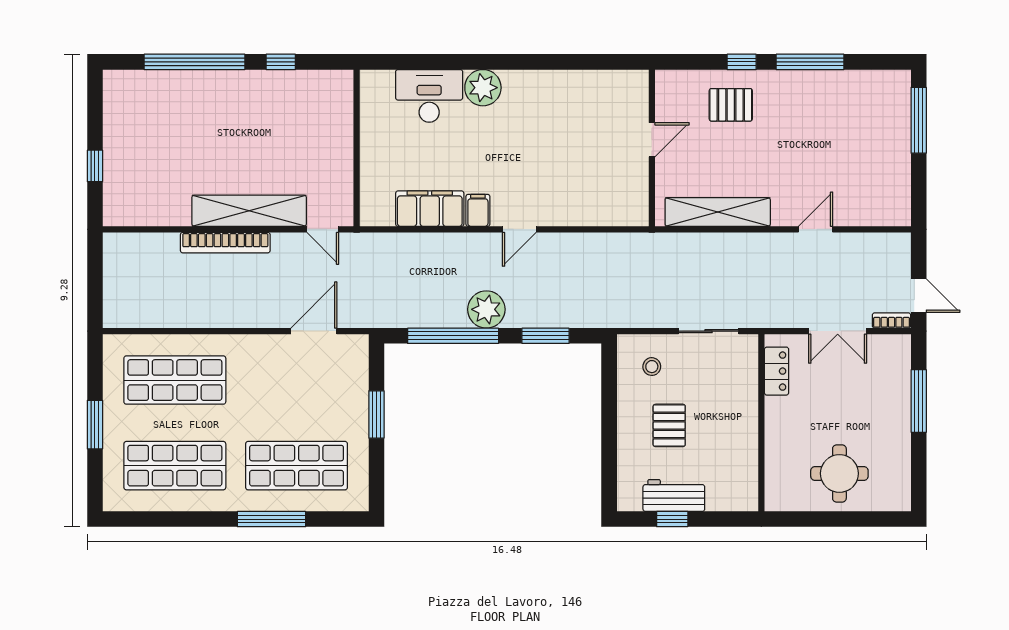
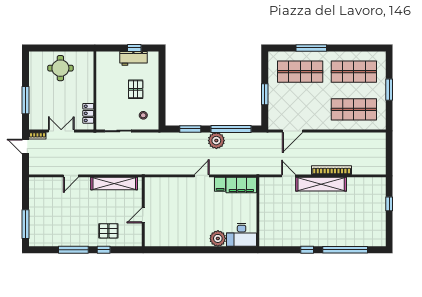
wall: (357, 148) -> (258, 212), moved

